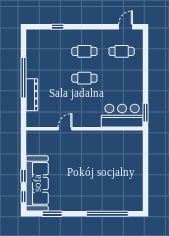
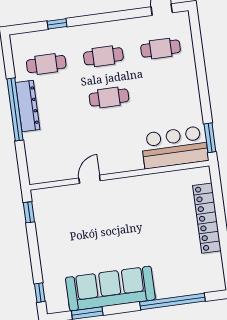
cafe table: (47, 51) -> (46, 64), added
dresser: (32, 95) -> (28, 106), moved
locker: (137, 164) -> (207, 218), added
window: (23, 176) -> (29, 212), moved
sofa: (37, 183) -> (110, 289), moved, turned -90

